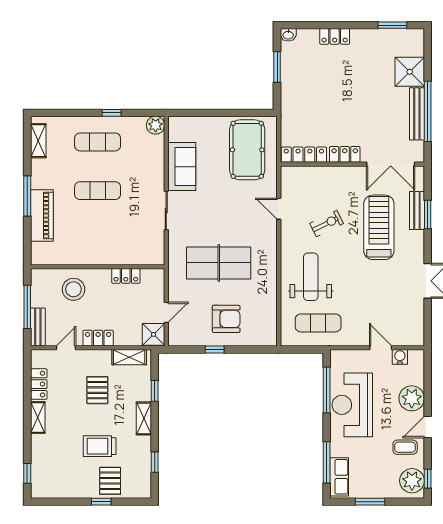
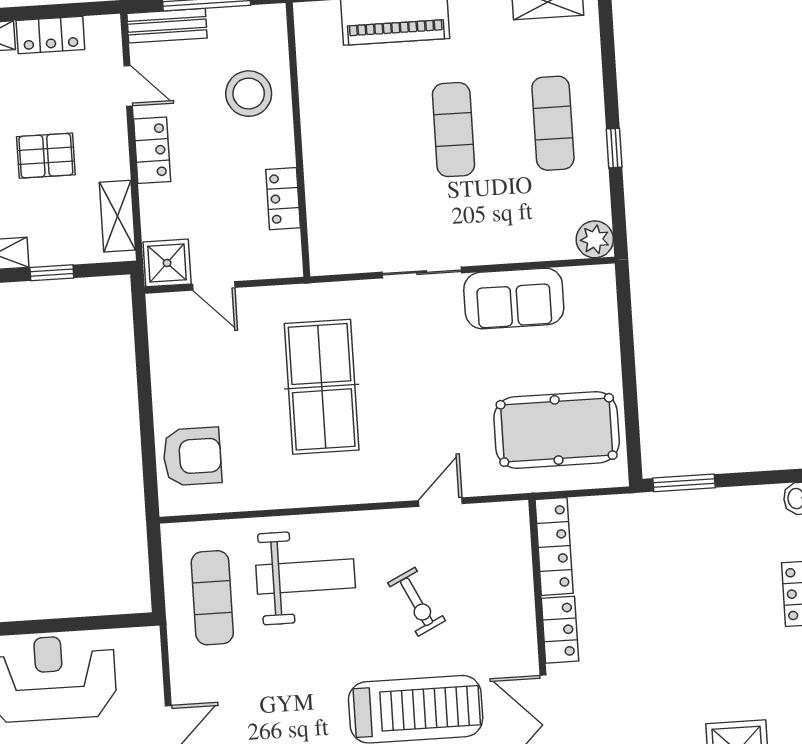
window: (277, 67) -> (684, 483), moved
armchair: (226, 319) -> (192, 456), moved, turned -90
window: (215, 349) -> (144, 390), removed
window: (327, 390) -> (76, 624), removed

